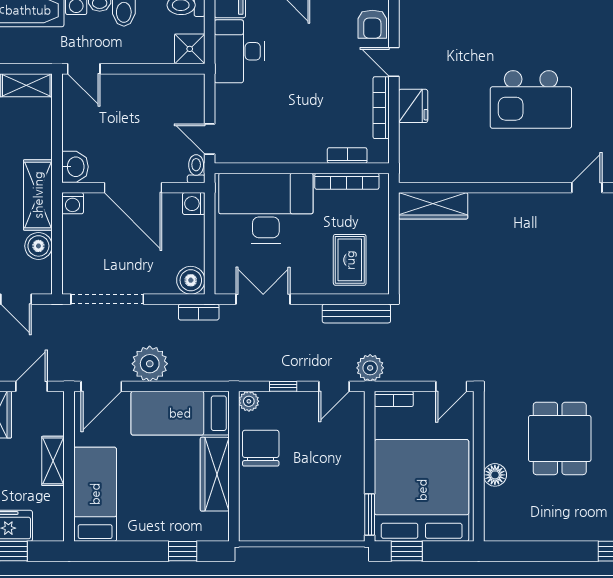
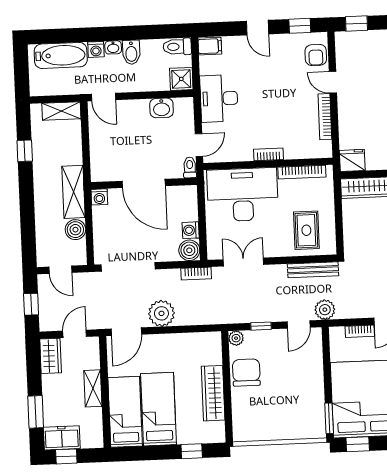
desk: (239, 51) -> (219, 98), moved
fridge: (413, 106) -> (352, 160), moved, turned -90
door: (210, 139) -> (199, 145), swing flipped
bookcase: (347, 155) -> (269, 154), moved
washbasin: (75, 167) -> (162, 108), moved, turned 90
washing machine: (194, 204) -> (191, 230), moved
bookcase: (394, 399) -> (360, 331), moved
bed: (180, 413) -> (159, 409), moved, turned 90

